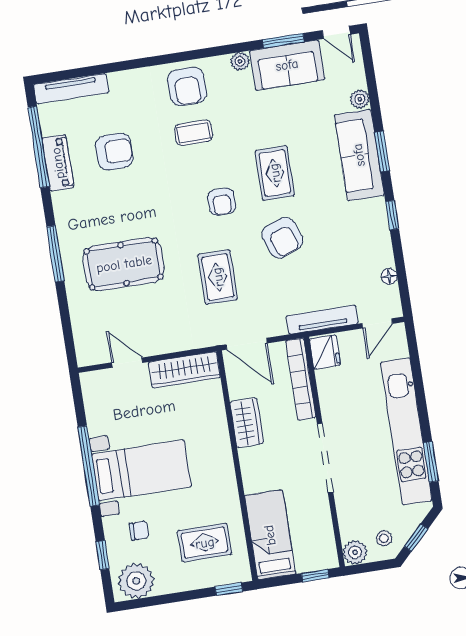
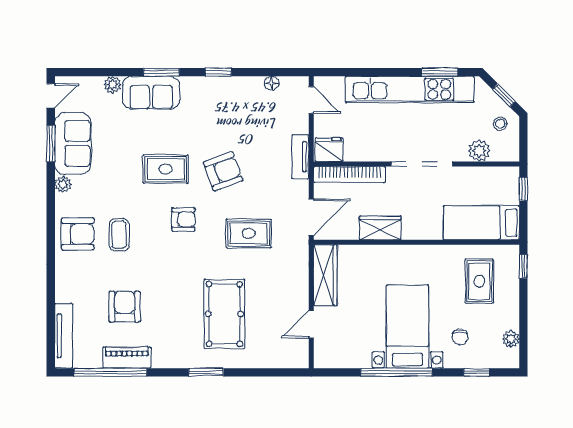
sofa: (359, 155) -> (151, 93), width x0.73
window: (55, 254) -> (206, 372), width x0.69
tv unit: (322, 320) -> (300, 157), width x0.71
chair: (139, 531) -> (460, 337), turned 180
plant: (355, 552) -> (479, 151), moved
plant: (136, 581) -> (511, 339), width x0.53, depth x0.53

